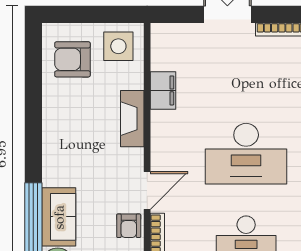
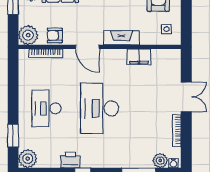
side table: (118, 46) -> (166, 29), width x0.54, depth x0.54
door: (147, 191) -> (87, 47), moved

